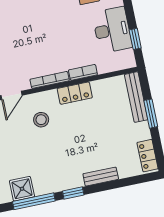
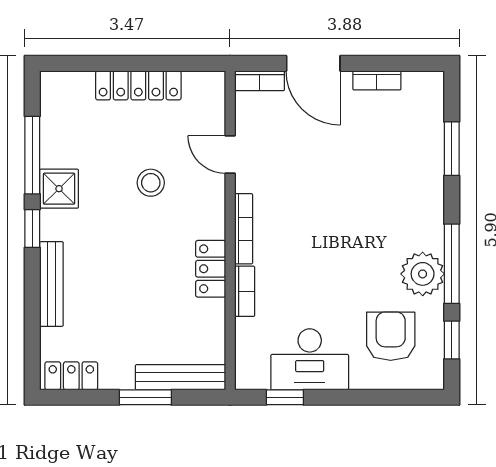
stool: (41, 120) -> (151, 183), moved
bench: (101, 177) -> (51, 284), width x1.36
shower: (22, 189) -> (59, 189), moved

